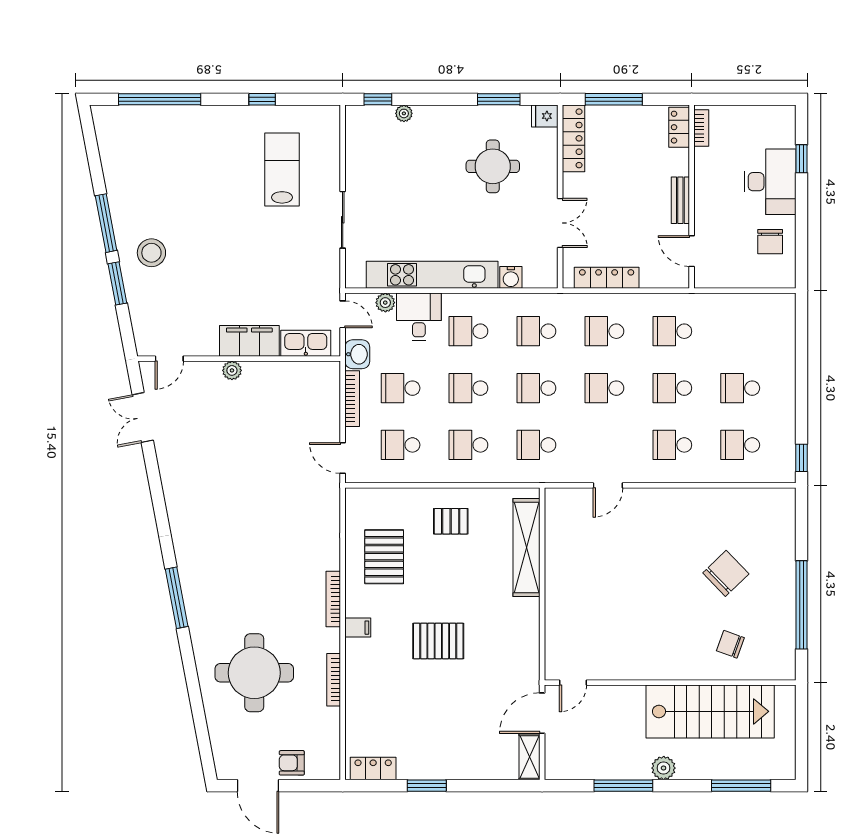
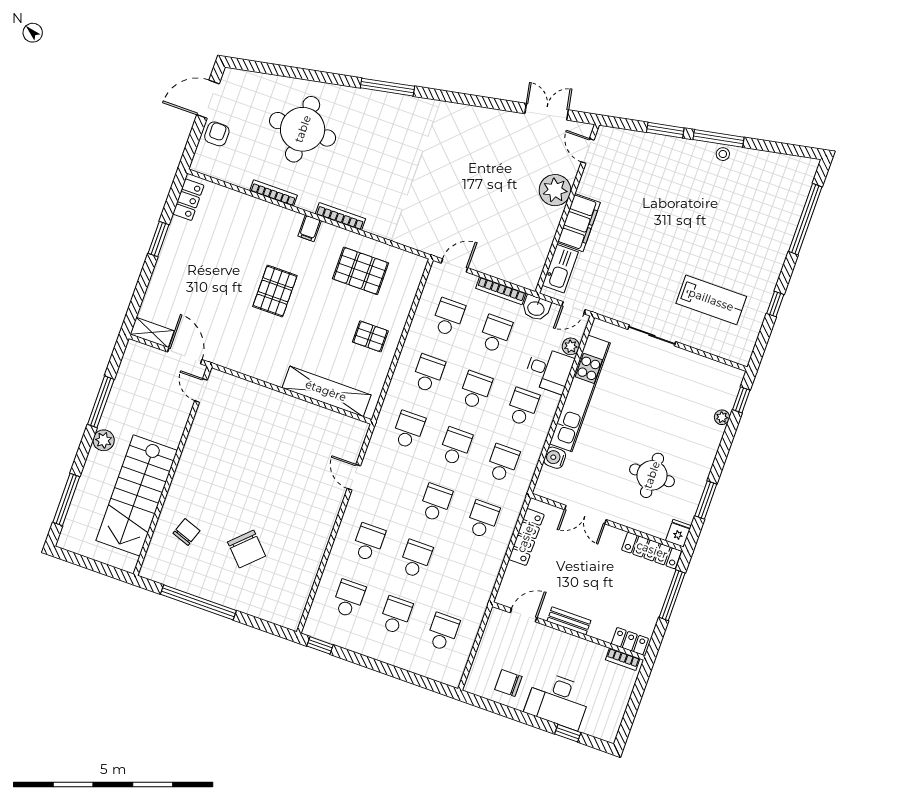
stool: (151, 253) -> (723, 154), moved, width x0.53, depth x0.53
school desk: (672, 331) -> (443, 632), moved
plant: (232, 370) -> (555, 190), width x1.88, depth x1.88
pallet: (451, 521) -> (370, 336), turned 90

